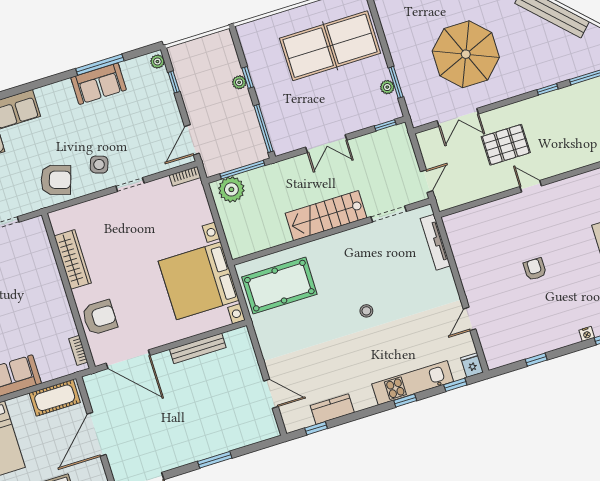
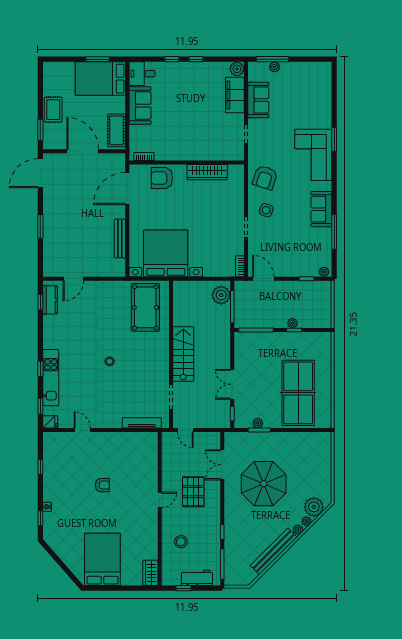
sofa: (99, 84) -> (321, 209), moved
stool: (578, 140) -> (181, 542), added
double door: (326, 144) -> (232, 384), moved
armchair: (100, 317) -> (162, 178), turned 90
kitchen counter: (332, 409) -> (50, 300), moved

